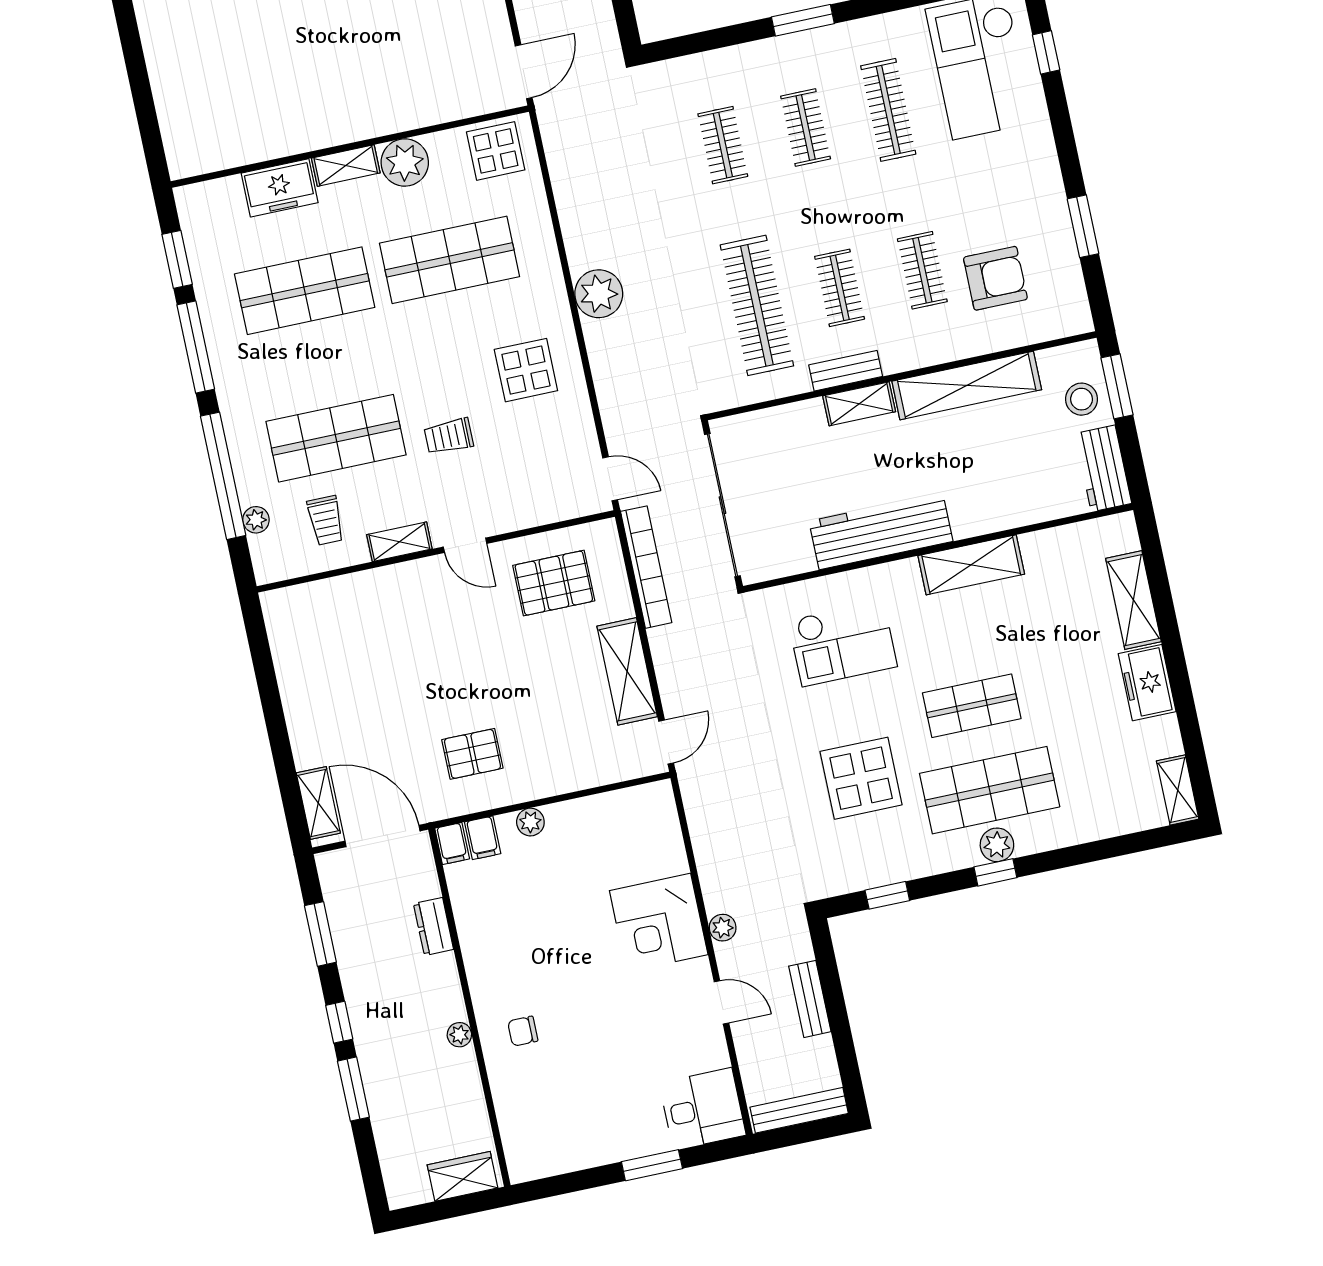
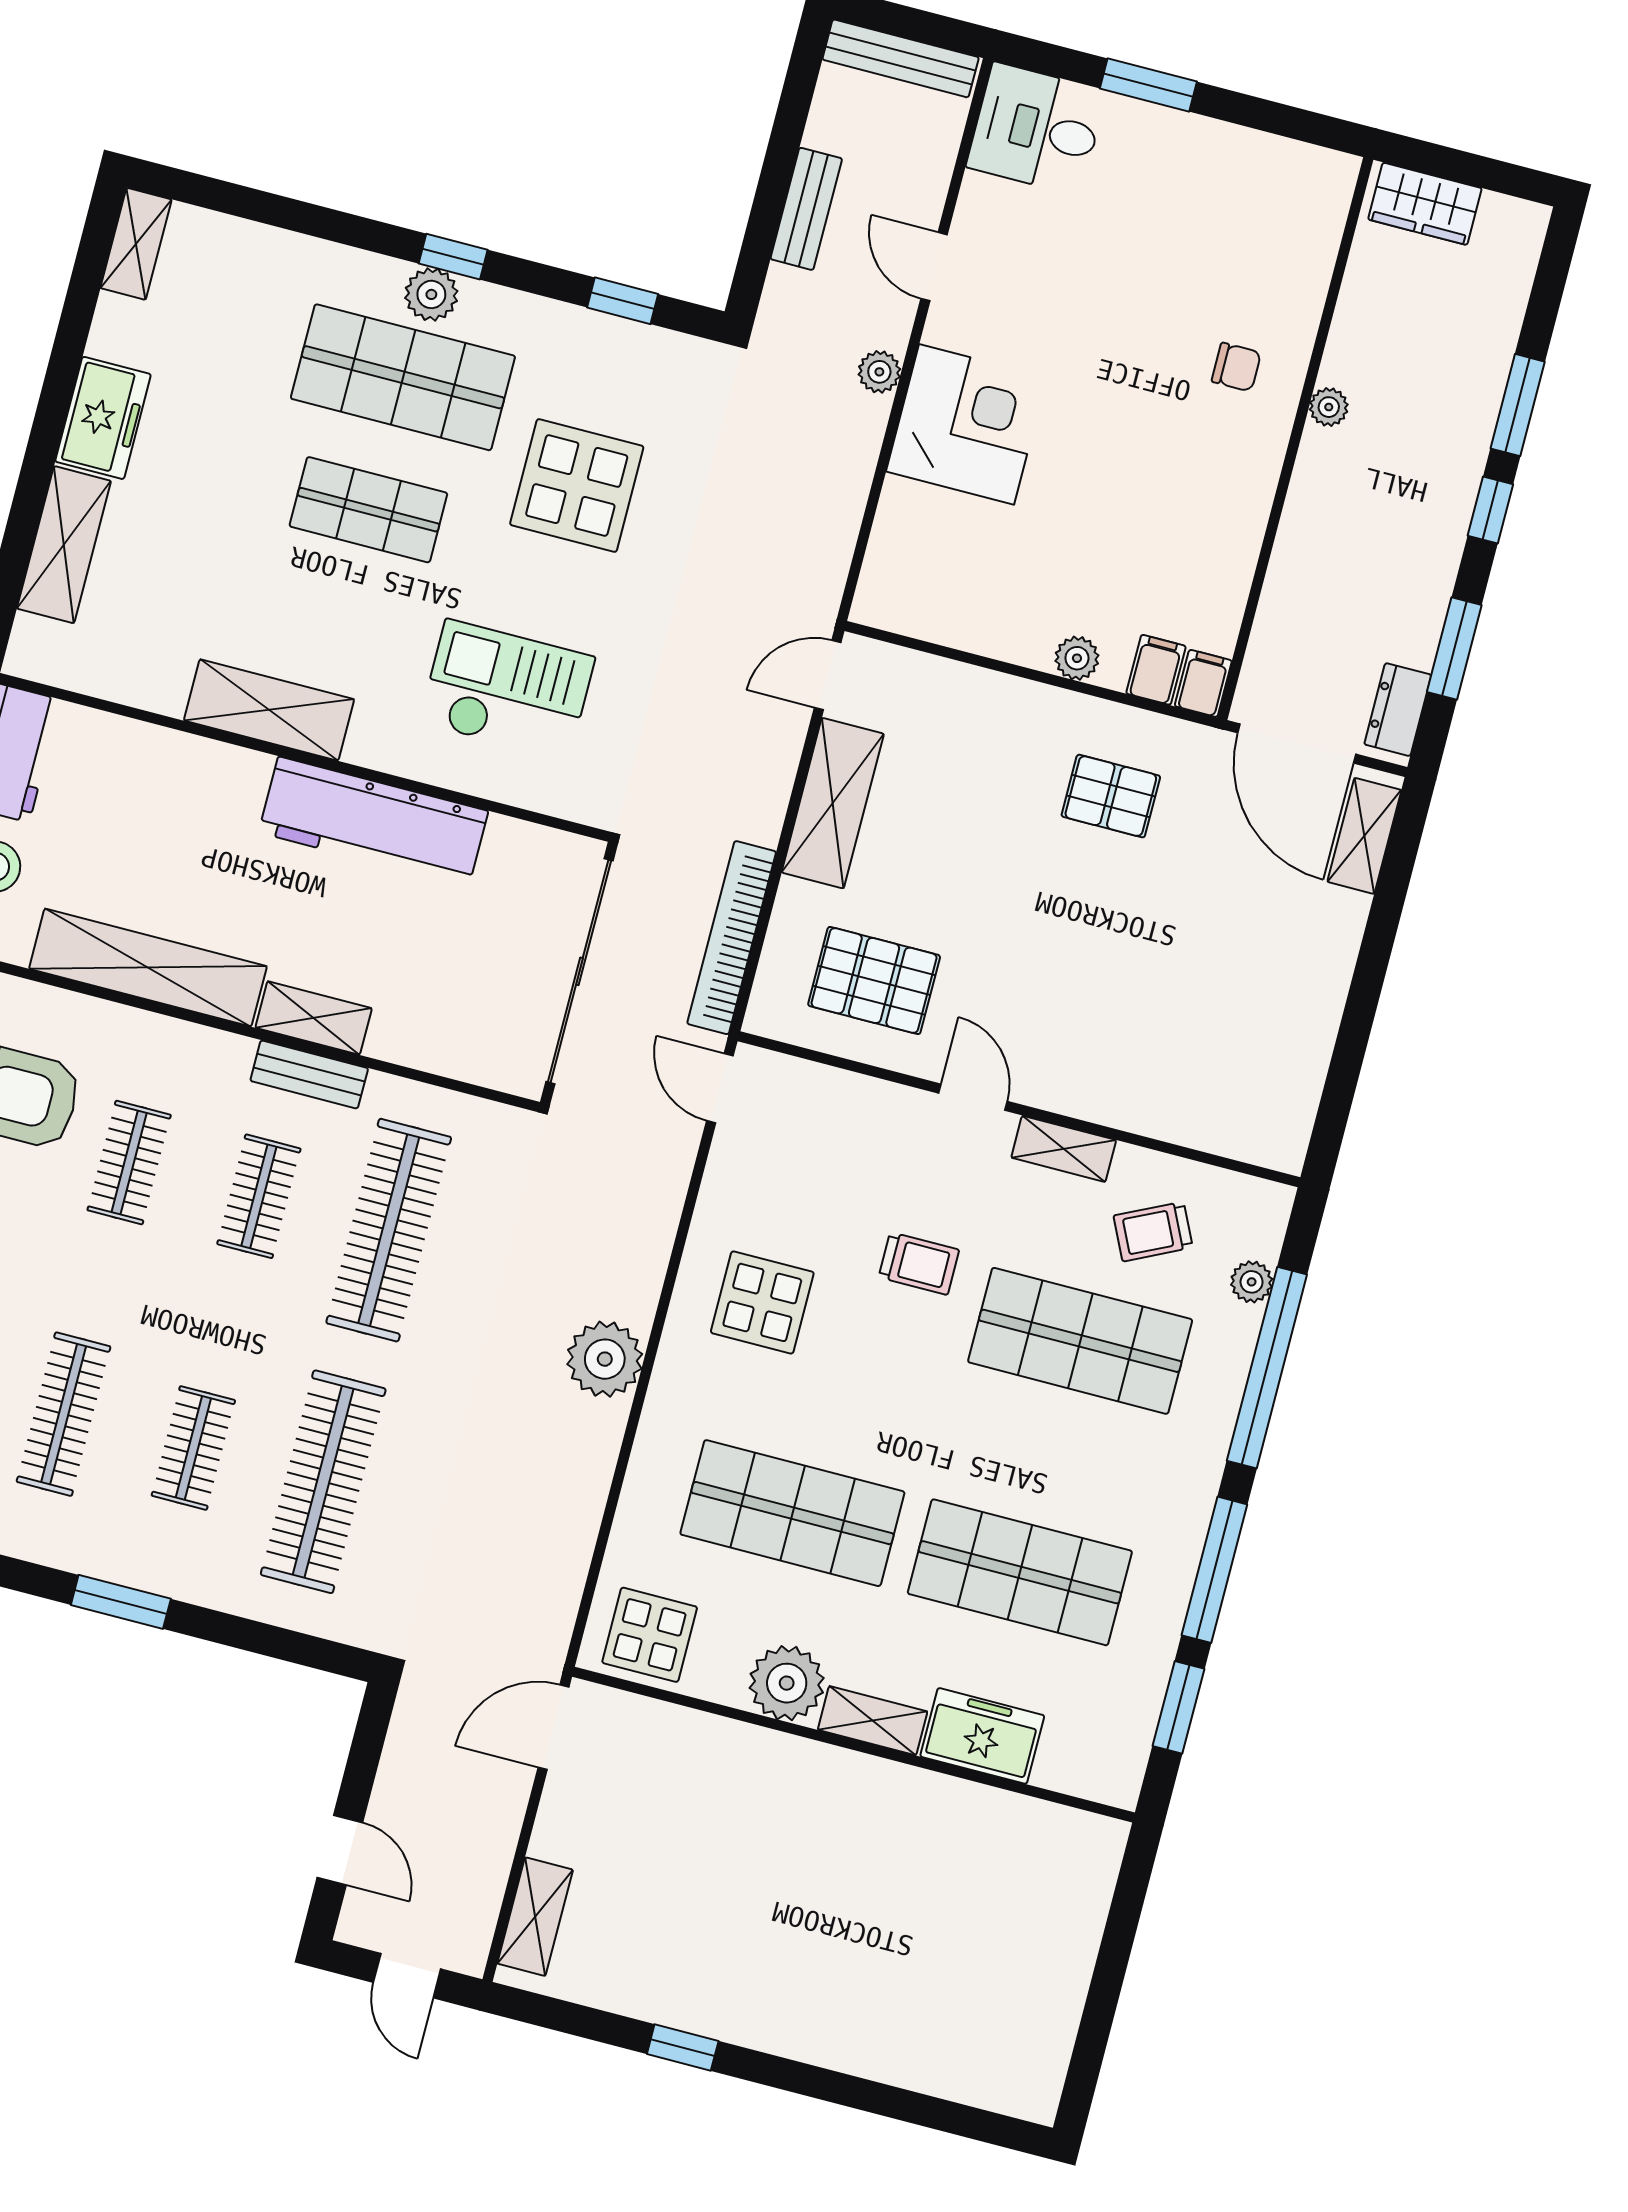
clothes rail: (723, 145) -> (323, 1482), width x1.86, depth x1.31
trolley: (326, 520) -> (1153, 1232), turned -116
dresser: (434, 926) -> (1398, 710), moved, turned 180

